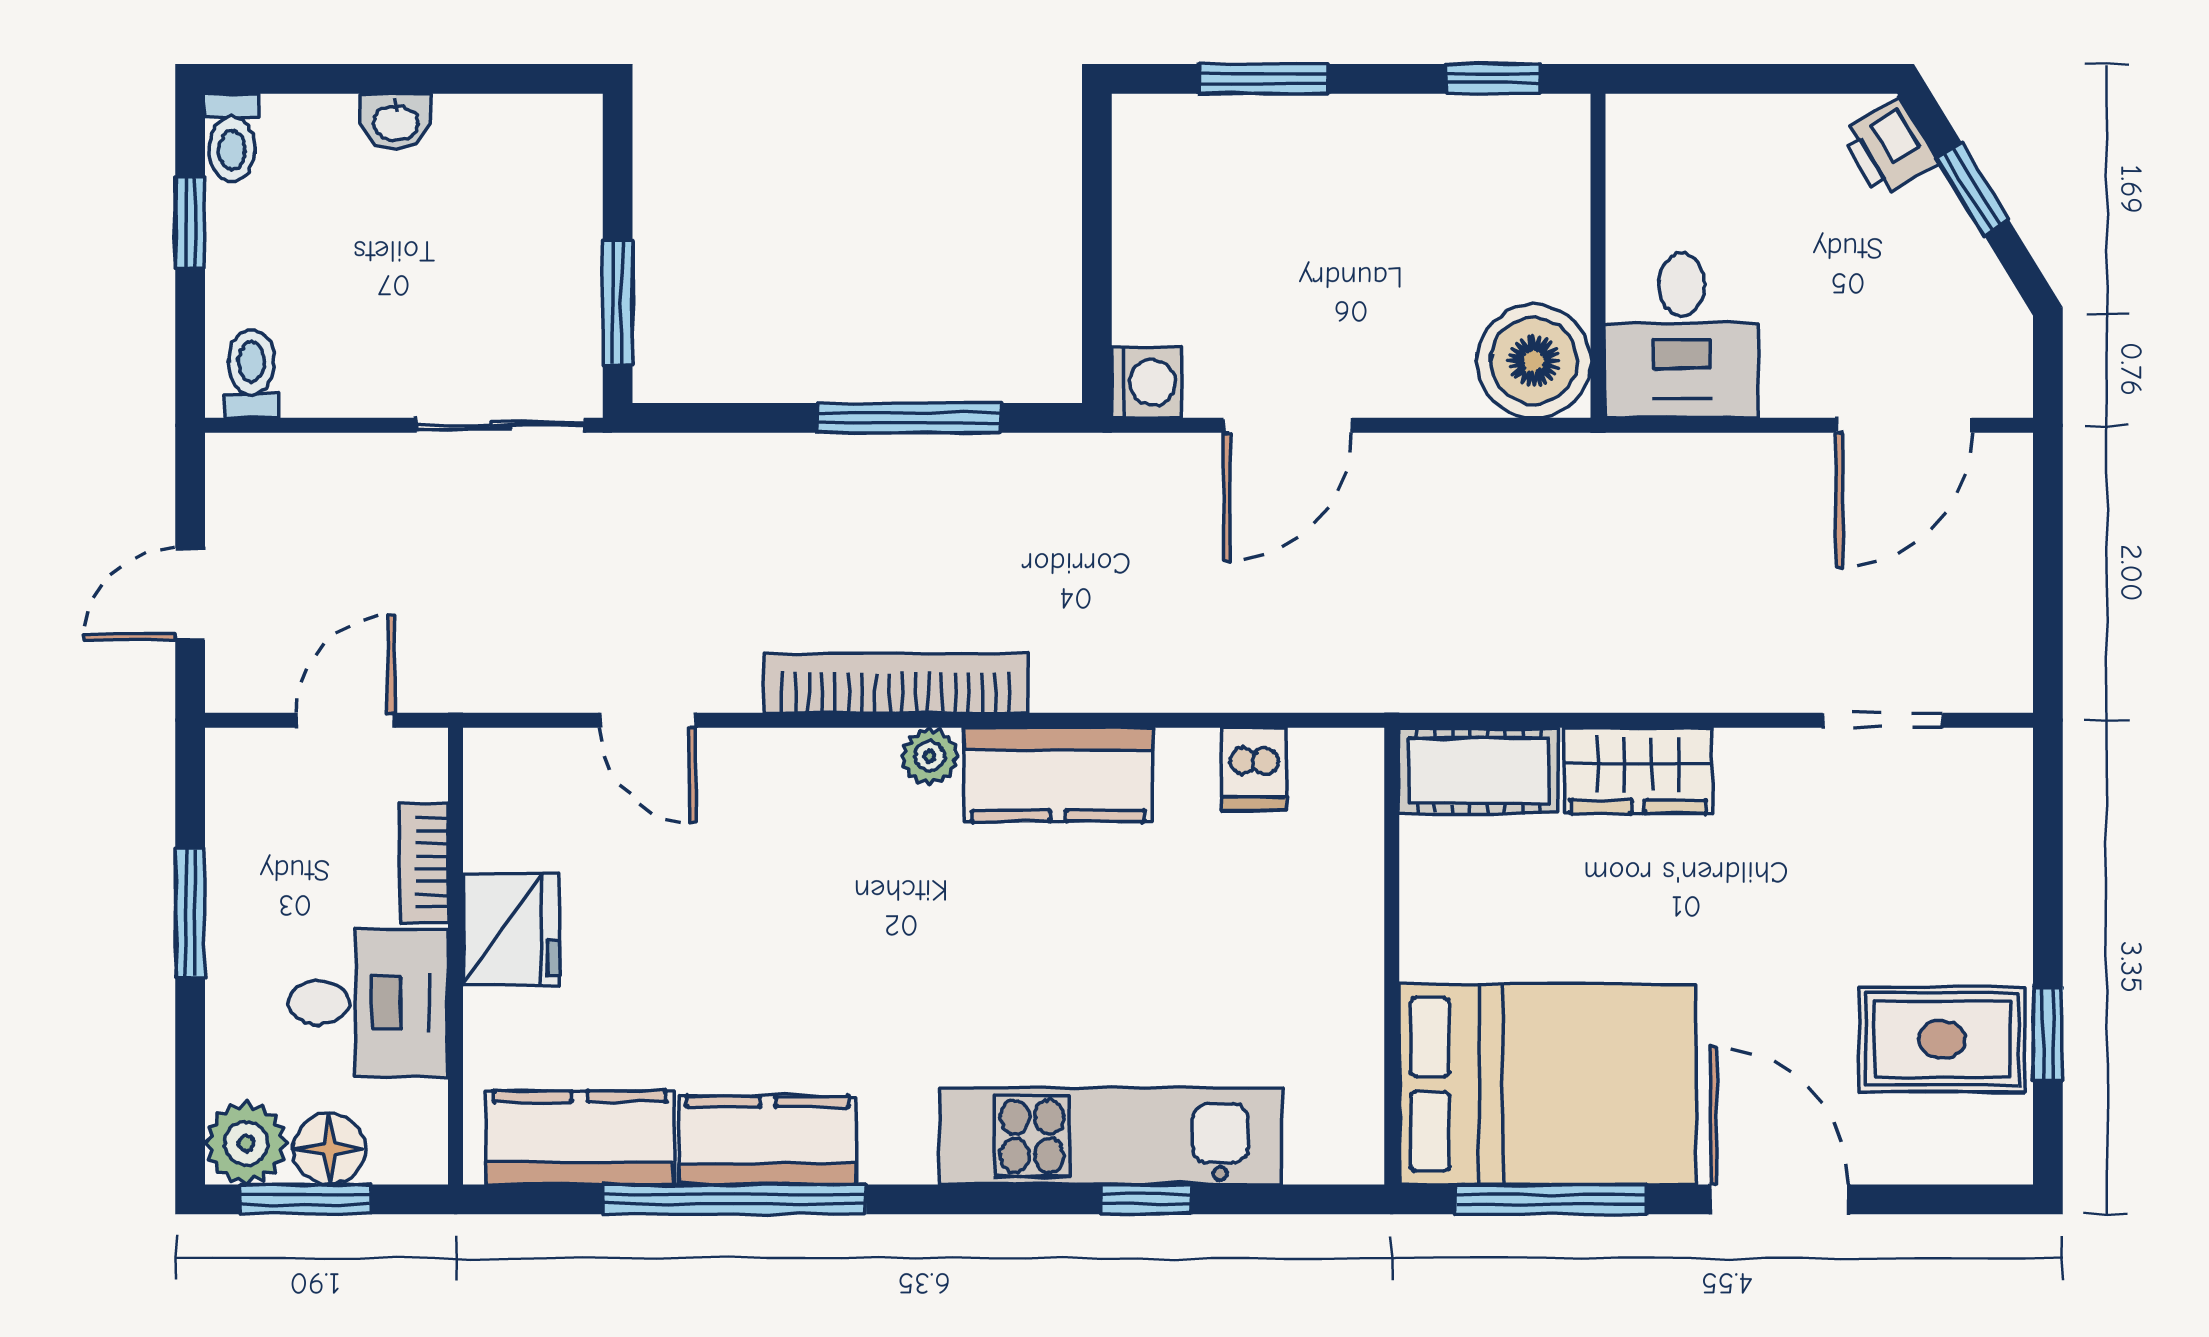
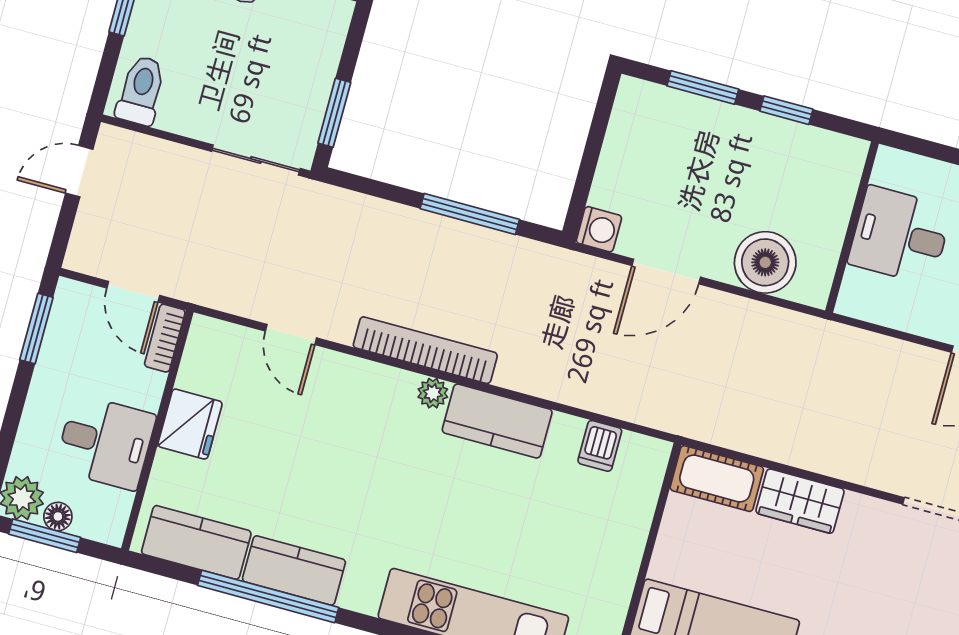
window: (1493, 79) -> (786, 110), moved
desk: (1682, 336) -> (900, 235), moved, turned 90
boiler: (1534, 361) -> (765, 262), moved
toilet: (251, 374) -> (141, 90), width x1.37, depth x1.39
door: (190, 594) -> (79, 171), moved
door: (345, 720) -> (133, 292), swing flipped
bookcase: (424, 863) -> (165, 338), moved
window: (190, 913) -> (36, 329), moved
floor lamp: (329, 1149) -> (58, 516), width x0.73, depth x0.73

